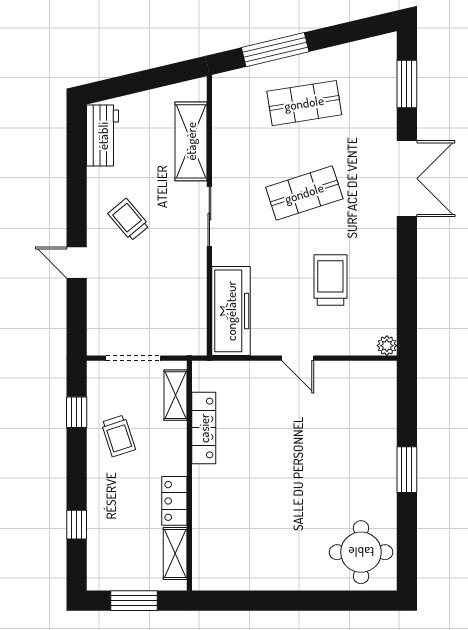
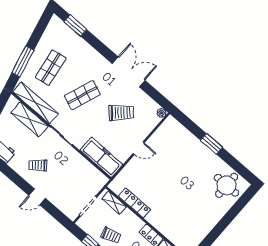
shelving: (226, 128) -> (35, 103), added
double door: (407, 179) -> (129, 72), moved
shop shelf: (304, 193) -> (82, 95), turned 39
trolley: (330, 280) -> (121, 113), turned 137

